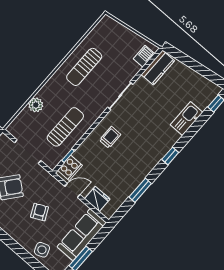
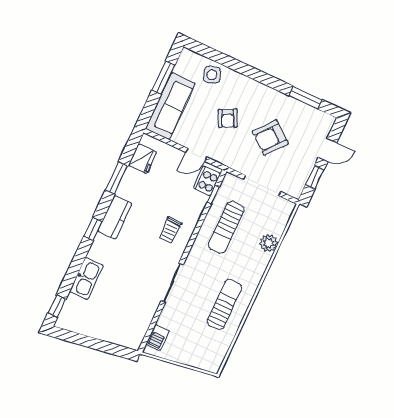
kitchen counter: (158, 68) -> (115, 217), moved, turned 180
fridge: (97, 199) -> (143, 159), moved, turned -90

